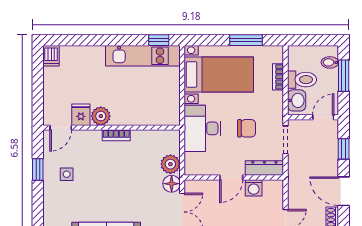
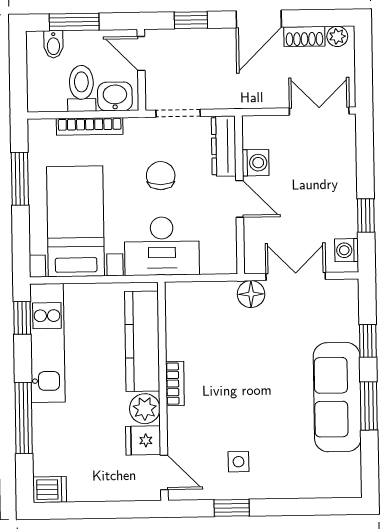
window: (96, 40) -> (24, 418), added
bookcase: (278, 77) -> (90, 126), width x1.56
kitchen counter: (143, 115) -> (142, 341), added
plant: (170, 164) -> (220, 296), removed

